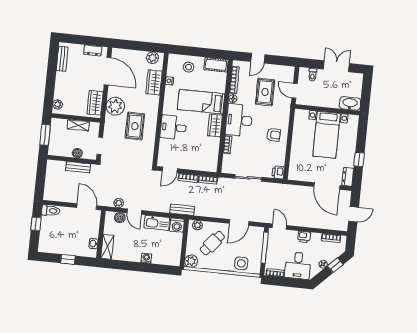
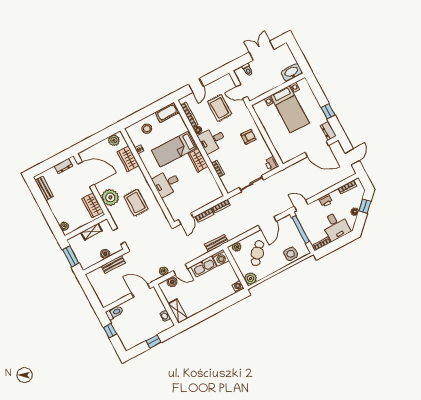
desk: (239, 120) -> (212, 140), width x0.73
washing machine: (146, 258) -> (238, 287), moved

